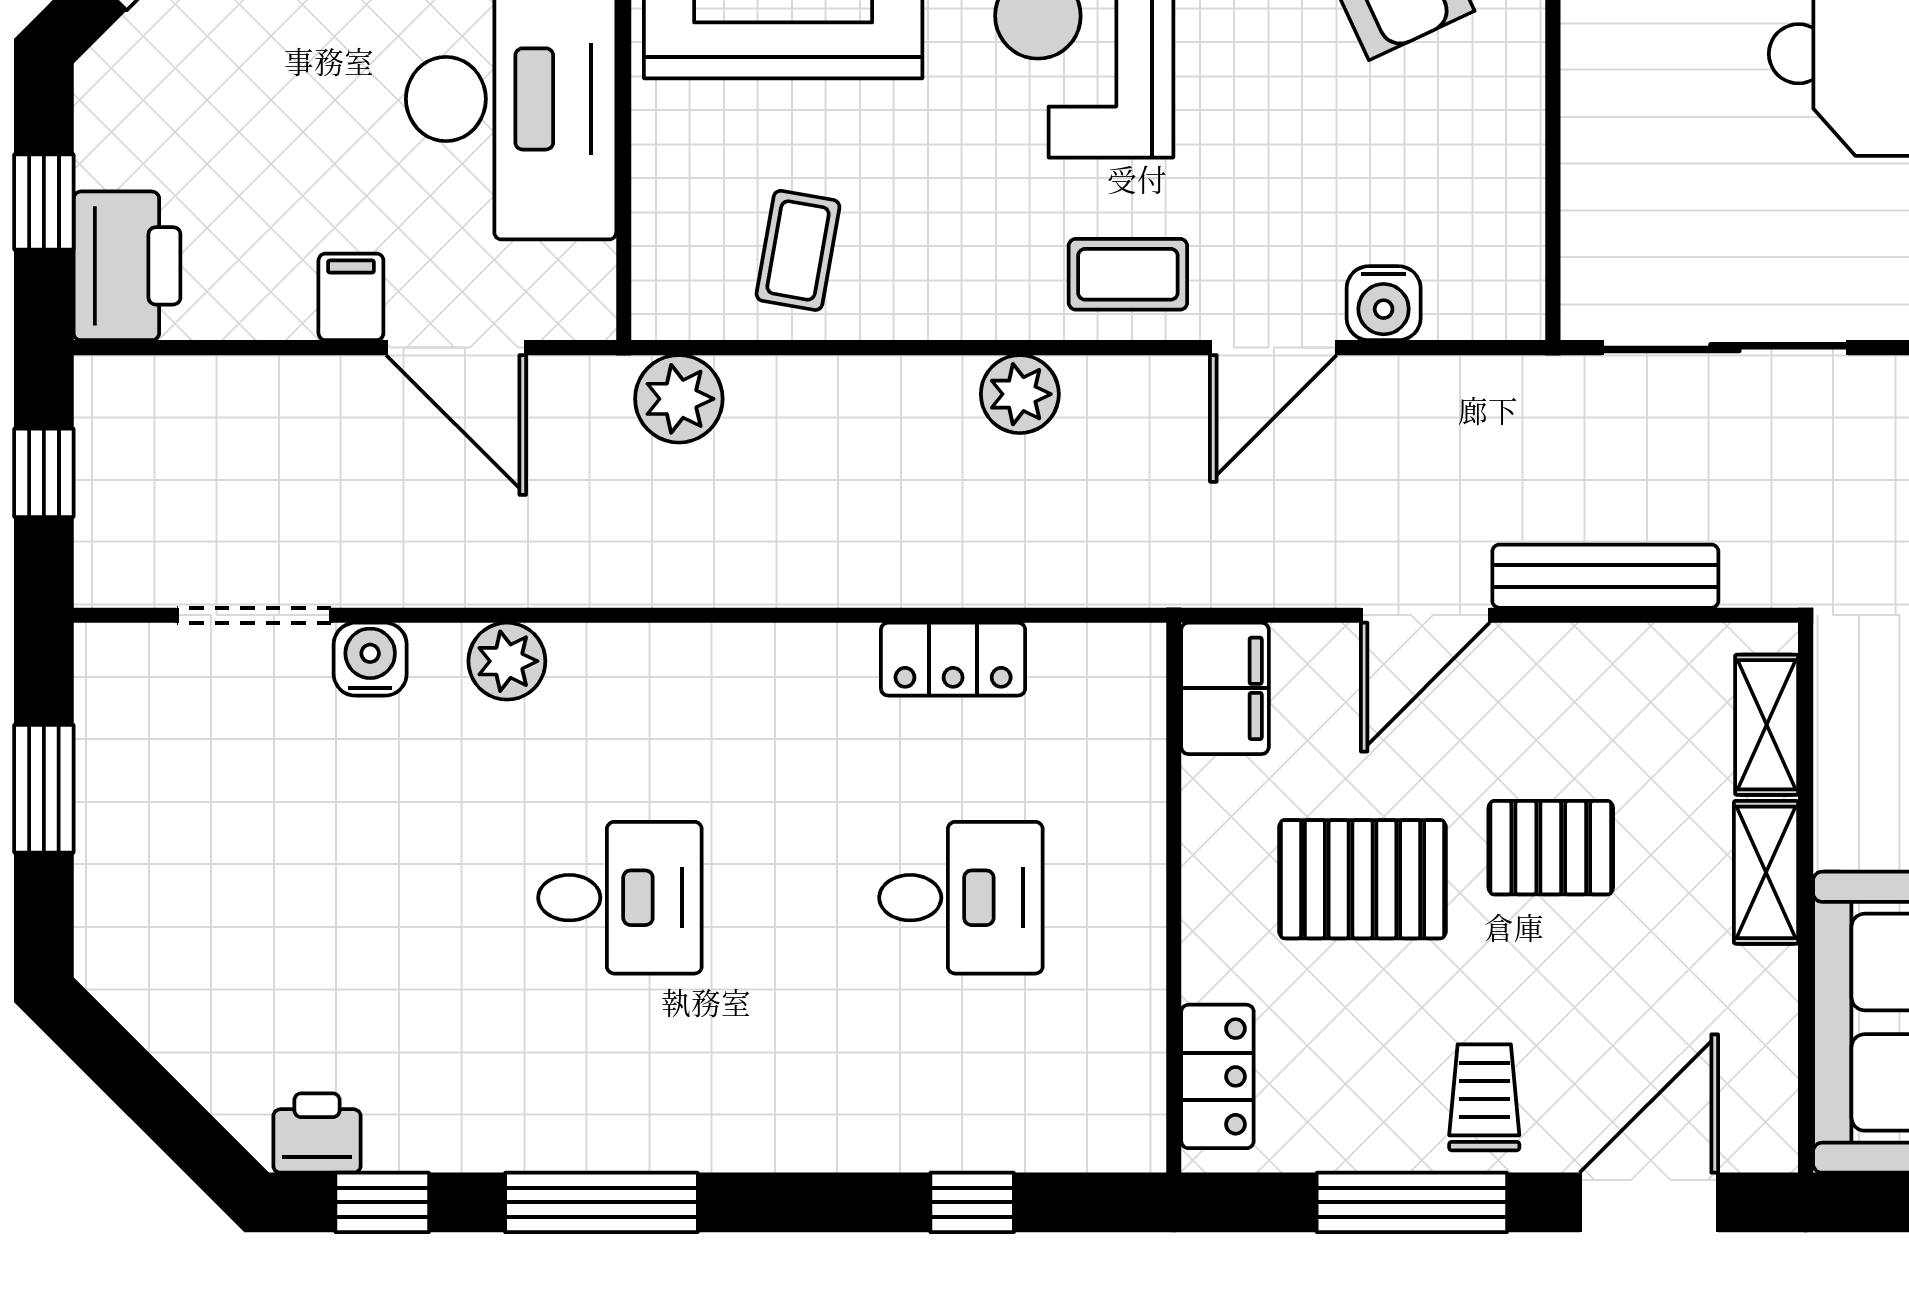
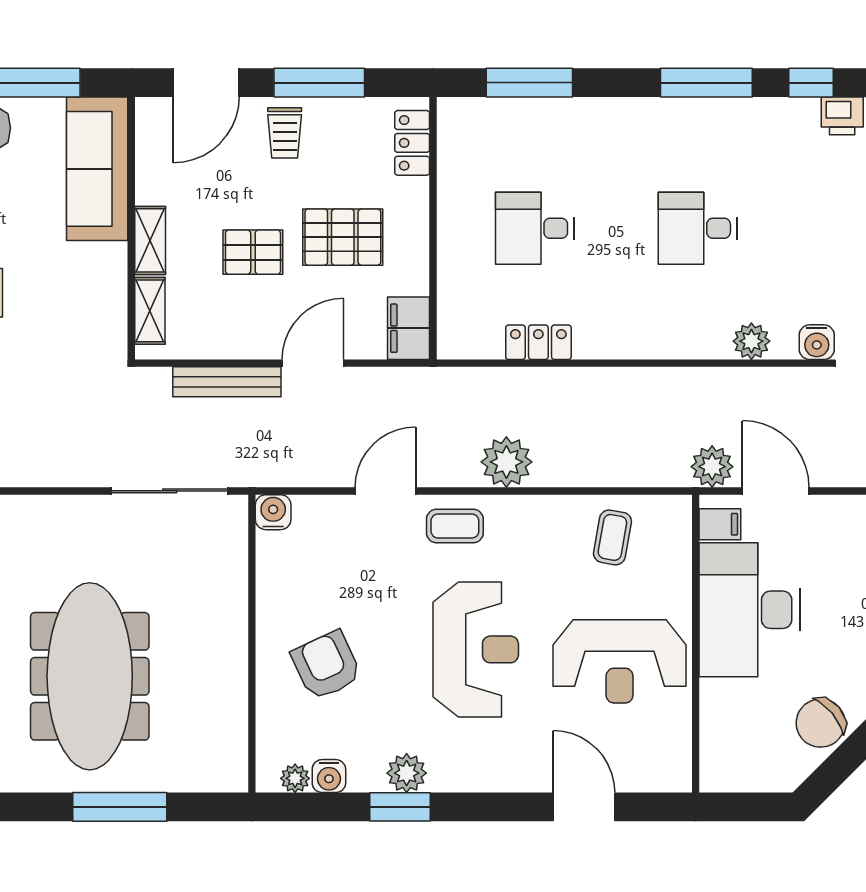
filing cabinet: (351, 297) -> (720, 524), moved, turned -90
water cooler: (1384, 303) -> (273, 512), moved
plant: (1020, 394) -> (506, 462), width x1.36, depth x1.36
plant: (679, 399) -> (712, 467), moved
window: (972, 1202) -> (529, 83), width x2.17

